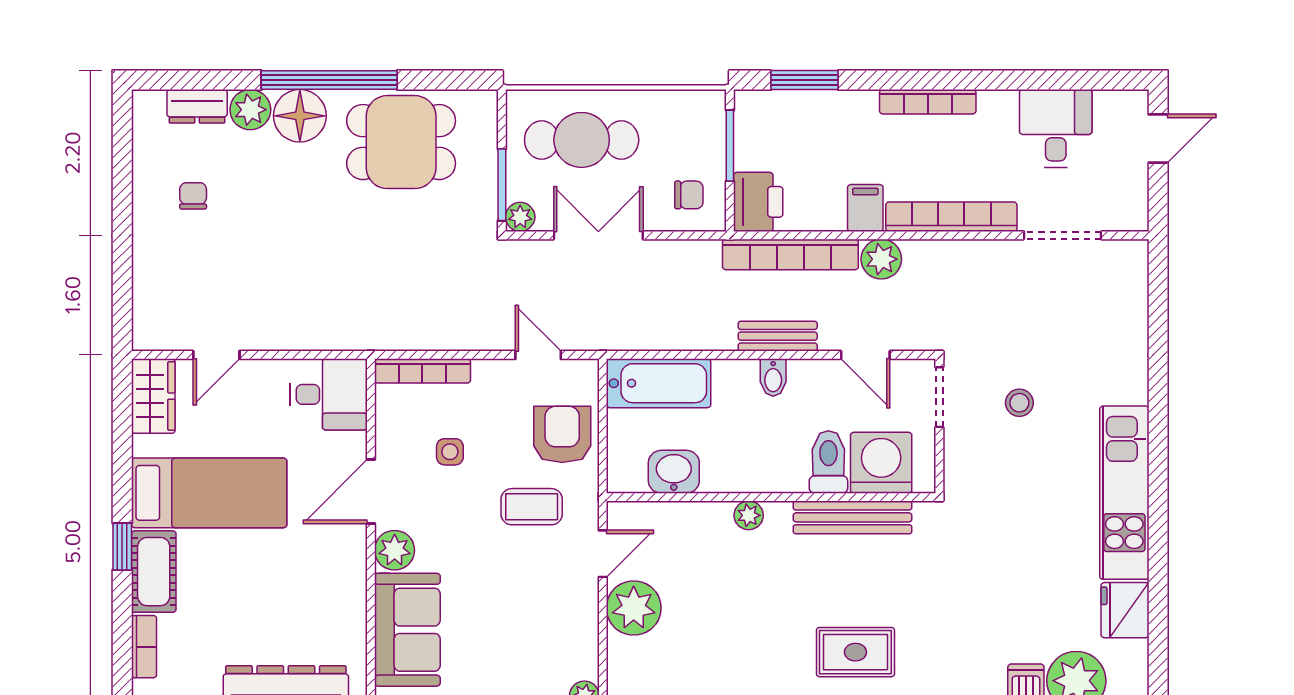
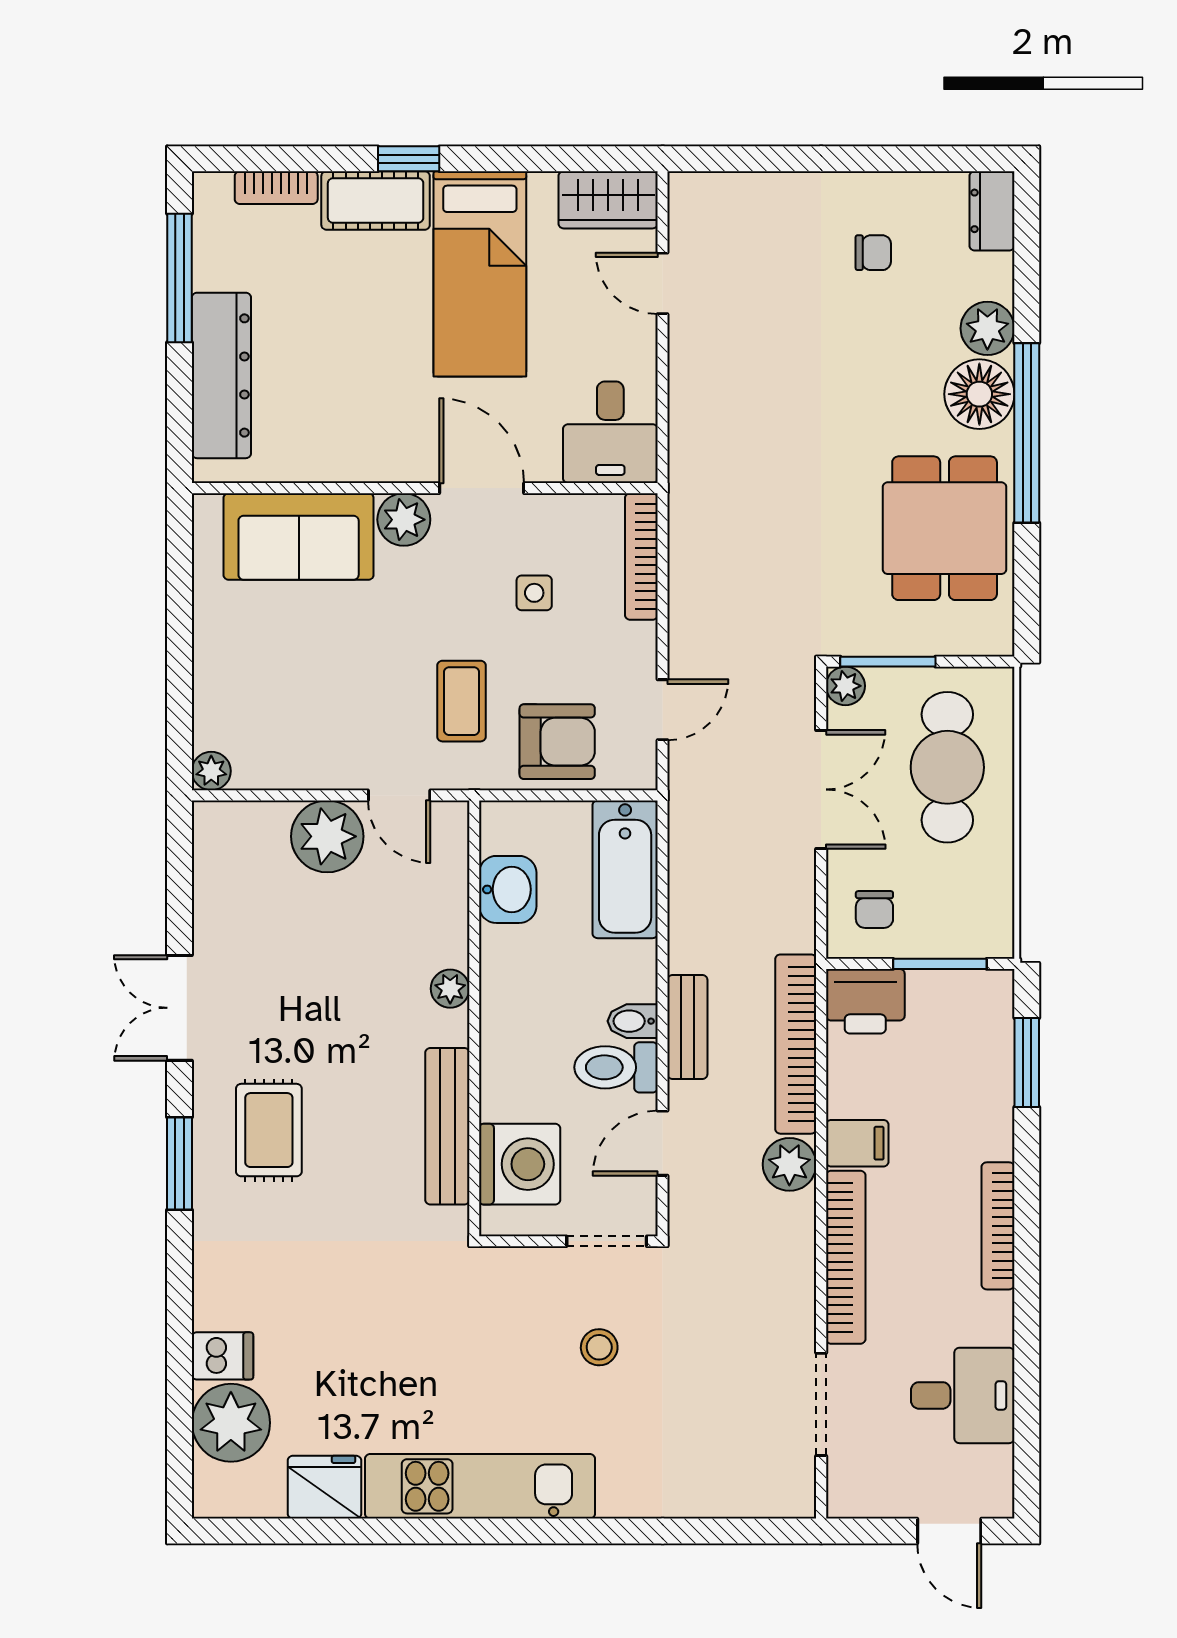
dresser: (197, 106) -> (992, 211), moved
toilet: (828, 462) -> (616, 1067), moved, turned 180

